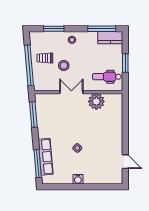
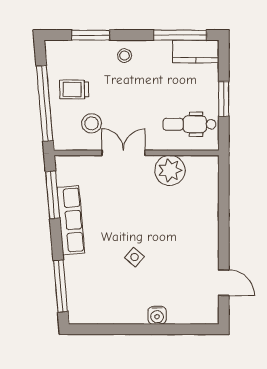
stool: (64, 66) -> (92, 123), moved
row of seats: (46, 157) -> (71, 220), moved
water cooler: (78, 179) -> (157, 315), moved

